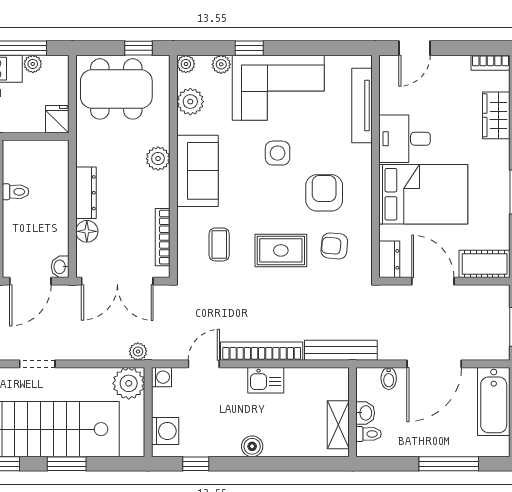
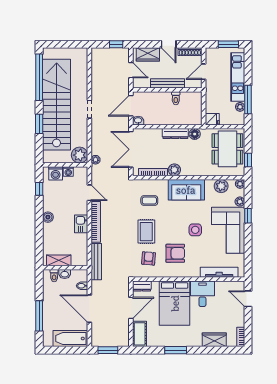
plant: (158, 159) -> (174, 170), moved
floor lamp: (87, 231) -> (195, 134), moved
door: (30, 281) -> (131, 106), hinge flipped
washing machine: (161, 377) -> (68, 172), moved

